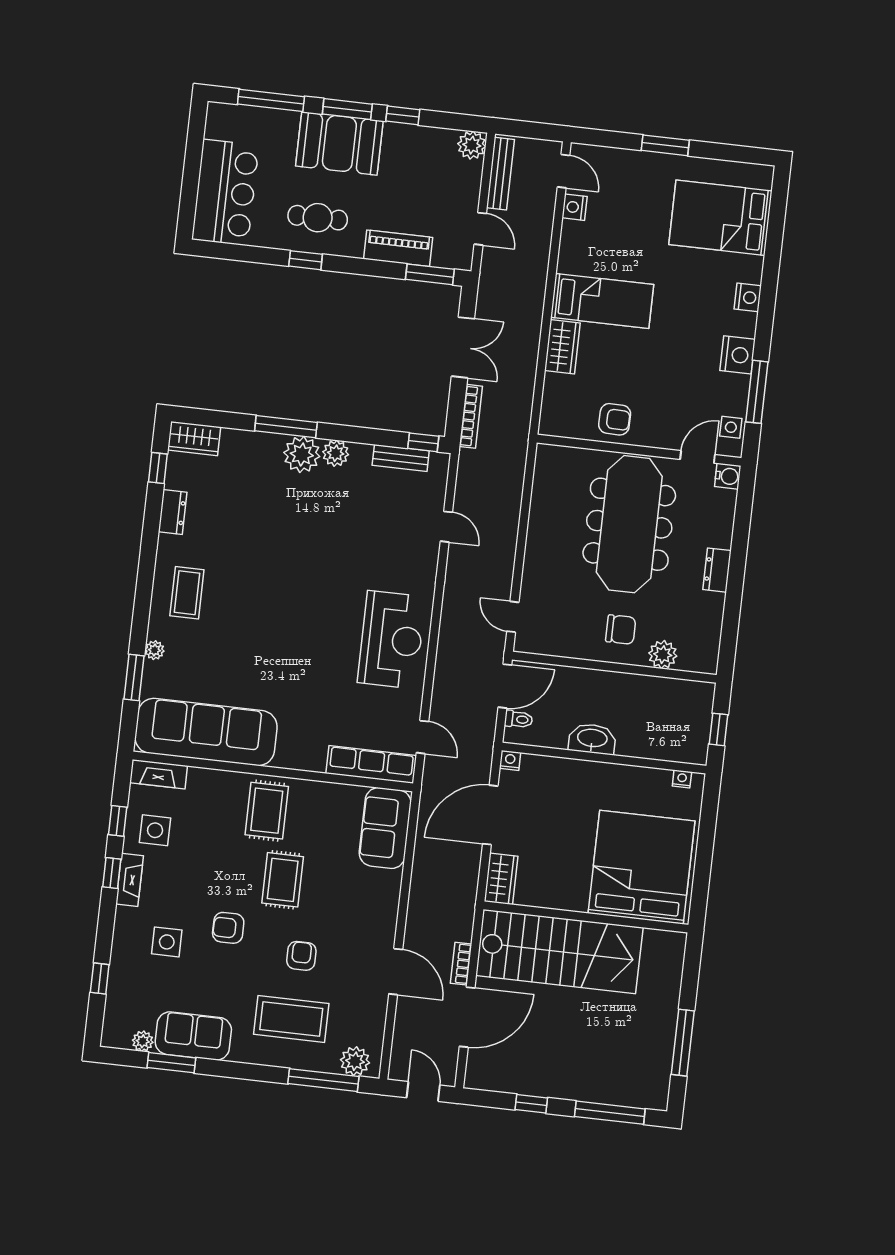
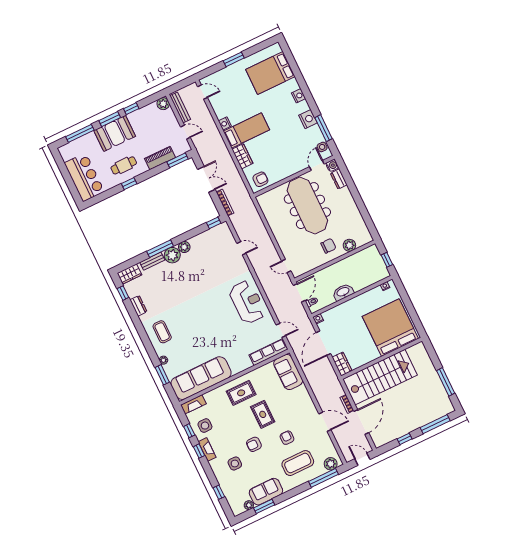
nightstand: (575, 207) -> (225, 123), moved
armchair: (615, 419) -> (260, 179), moved
bench: (401, 458) -> (152, 261), moved
dresser: (717, 570) -> (339, 179), moved
rug: (267, 811) -> (241, 393), turned 90

